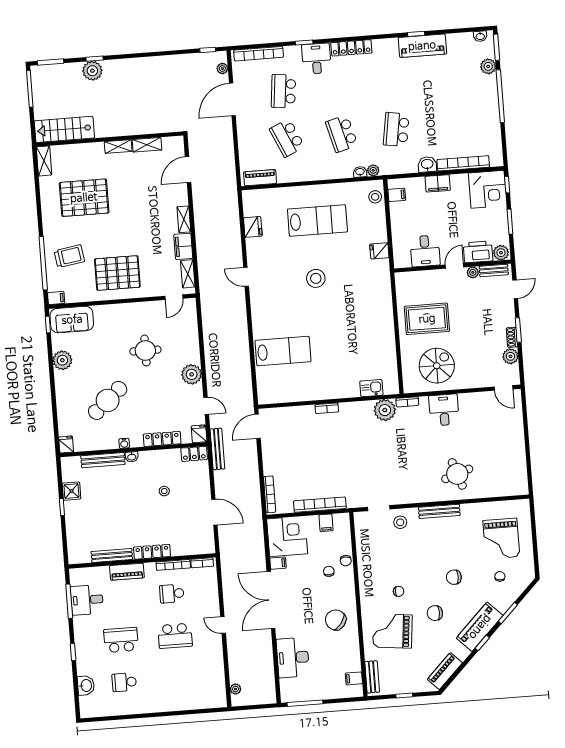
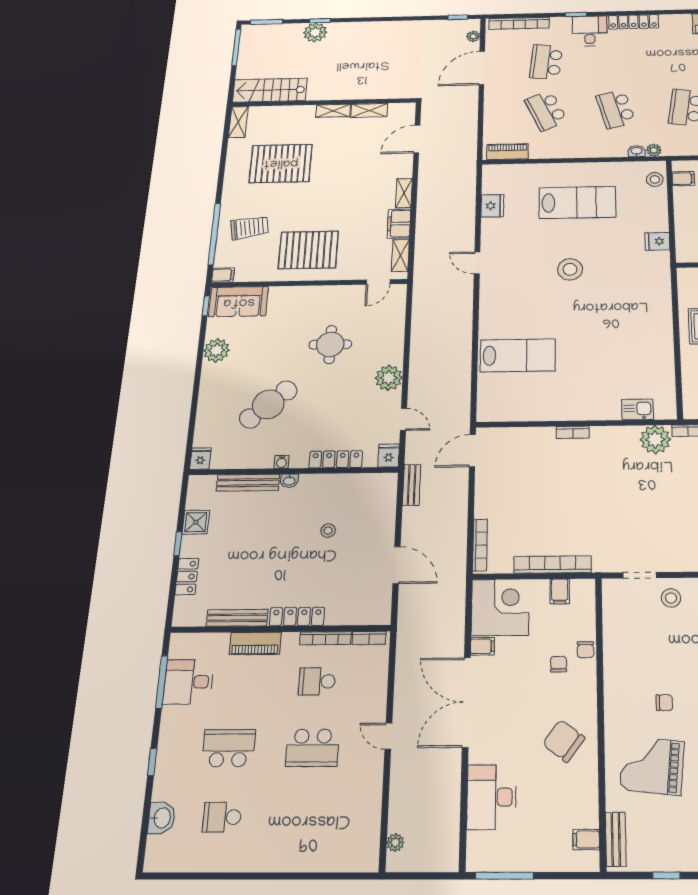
bench: (217, 449) -> (412, 485), width x0.73
locker: (194, 454) -> (187, 577), moved, turned -90

